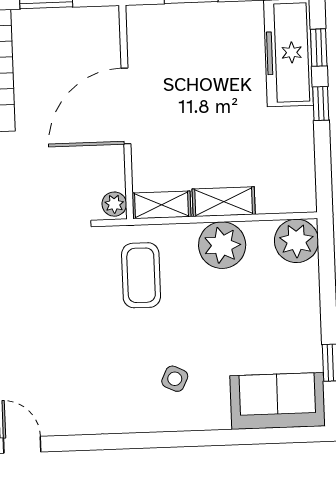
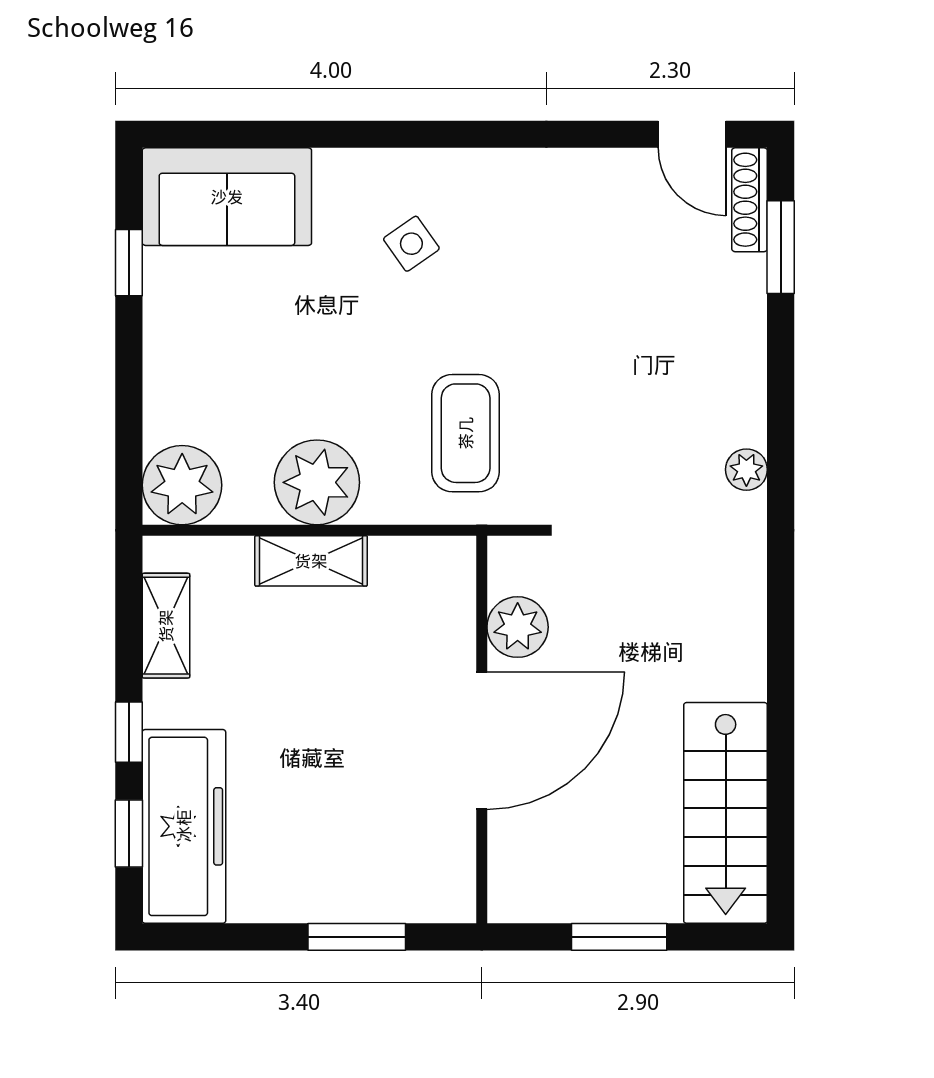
plant: (114, 204) -> (518, 627), moved, width x1.38, depth x1.38
shelving: (161, 205) -> (166, 626), moved, turned 90
side table: (175, 379) -> (411, 244), turned 30

